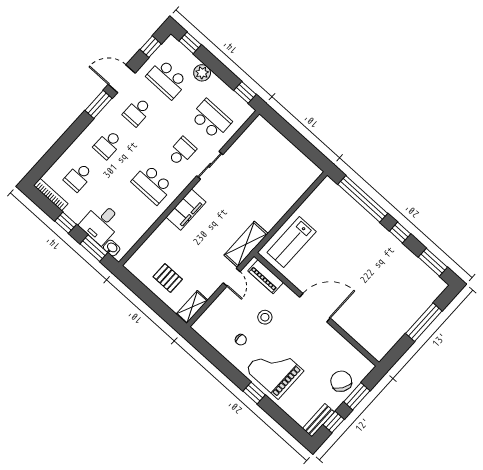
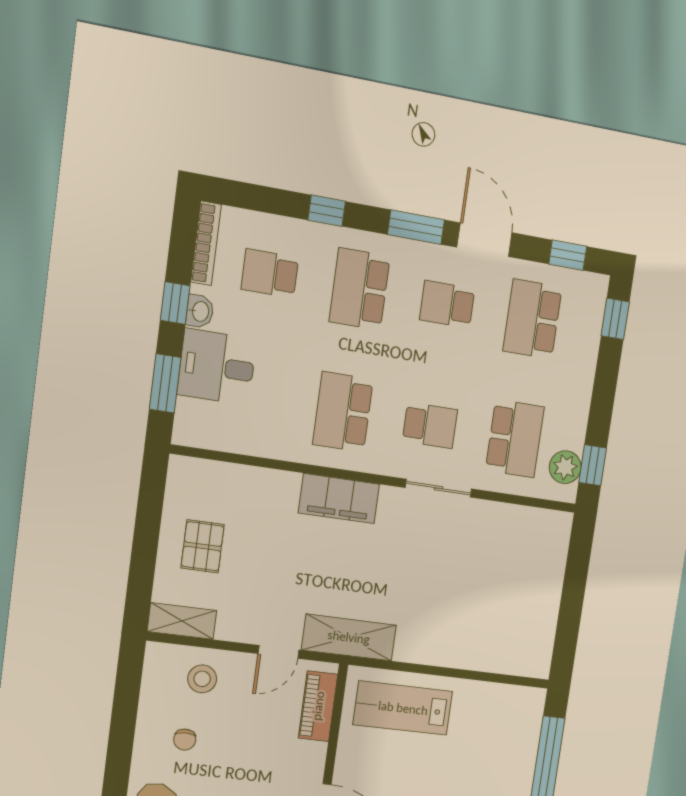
plant: (202, 73) -> (565, 467), moved
window: (69, 137) -> (327, 211), added
school desk: (108, 144) -> (360, 289), width x1.85
washbasin: (112, 248) -> (200, 311), moved
stool: (265, 317) -> (202, 679), moved

